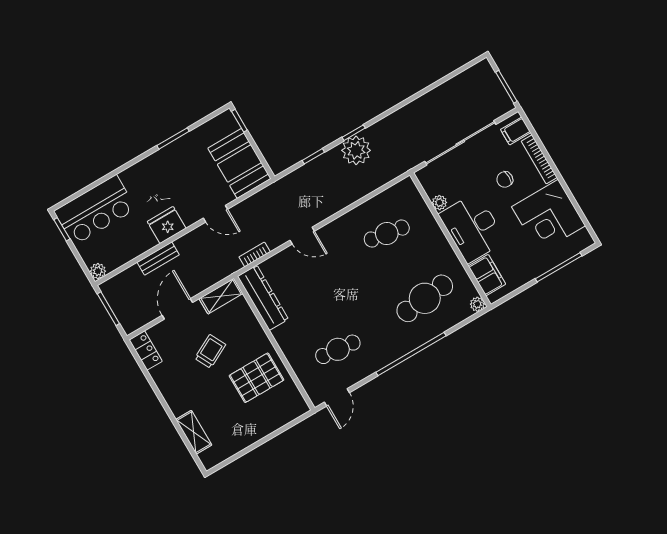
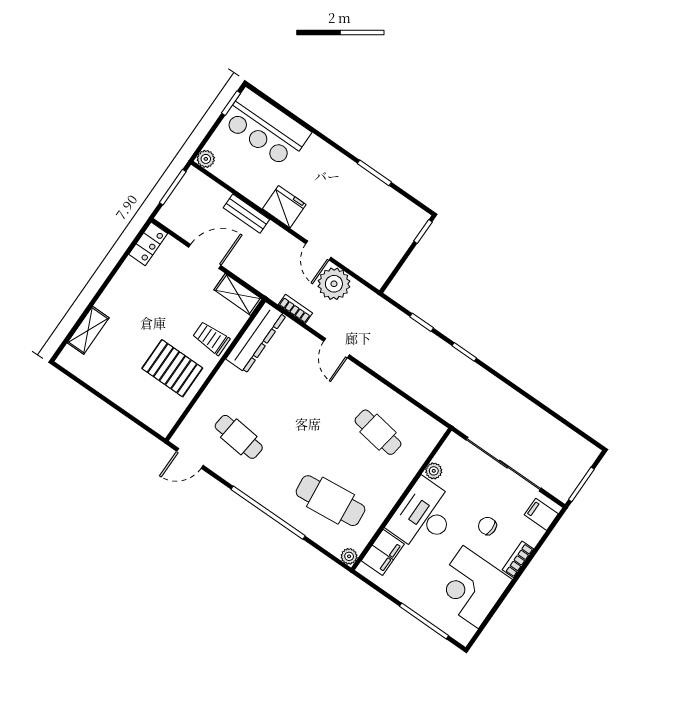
plant: (356, 150) -> (334, 284), moved
bookcase: (539, 159) -> (518, 559), width x0.64
booth: (239, 163) -> (380, 251), removed
trolley: (210, 351) -> (211, 338), moved, turned -153

